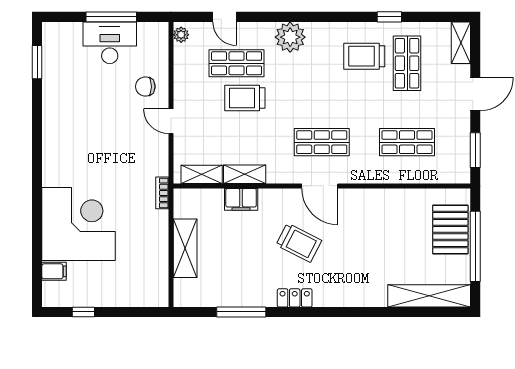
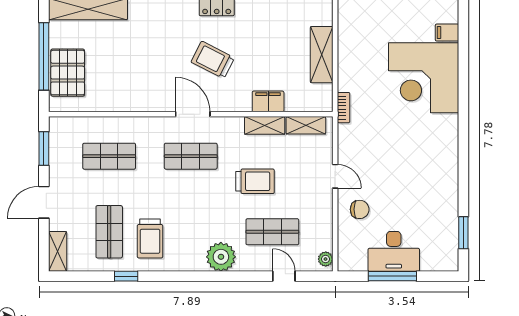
trolley: (364, 56) -> (150, 238), turned 90
trolley: (245, 98) -> (255, 181), moved

